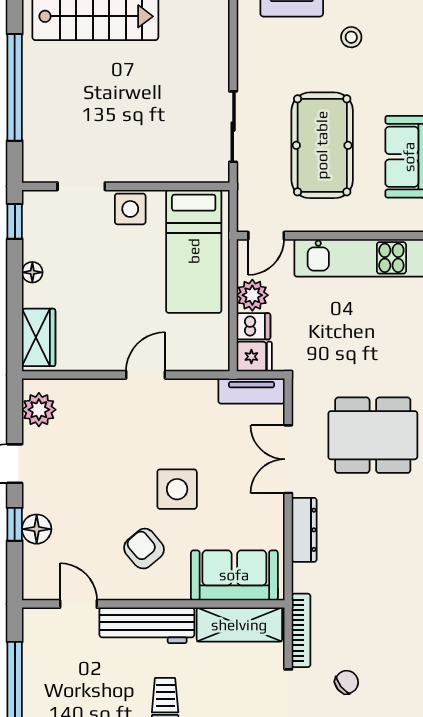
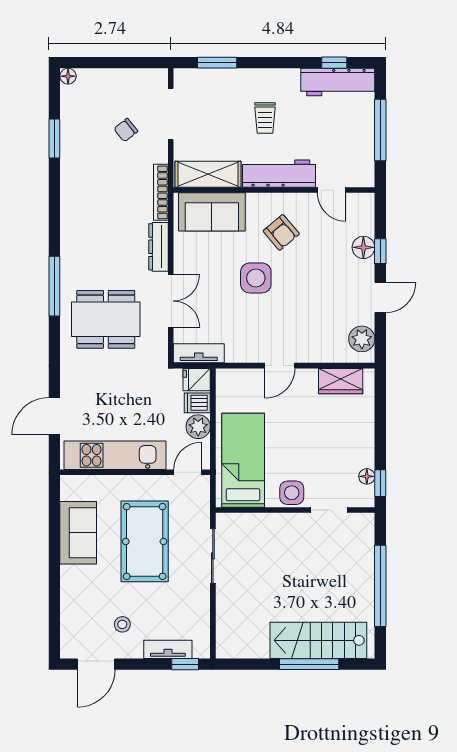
floor lamp: (32, 272) -> (367, 476), moved
wardrobe: (39, 337) -> (341, 381), moved, turned -90
bookcase: (301, 630) -> (161, 192), moved

